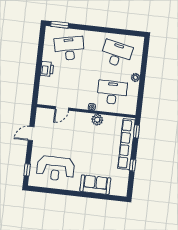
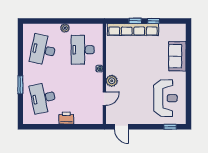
window: (60, 25) -> (20, 85), moved
door: (62, 108) -> (104, 99), hinge flipped
plant: (97, 120) -> (112, 81), moved
window: (136, 131) -> (135, 21), moved
door: (31, 134) -> (121, 127), moved

